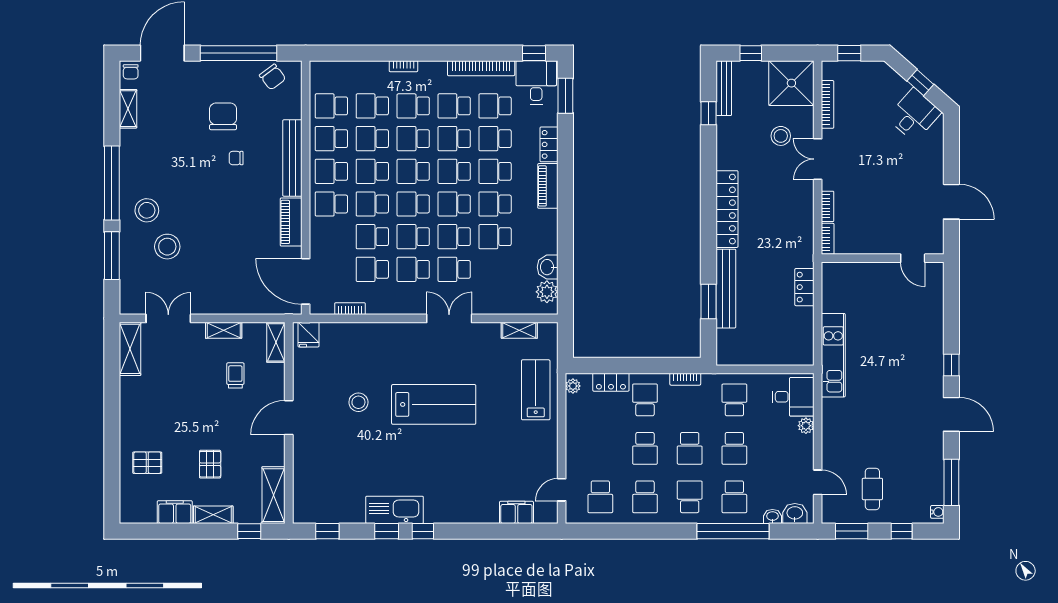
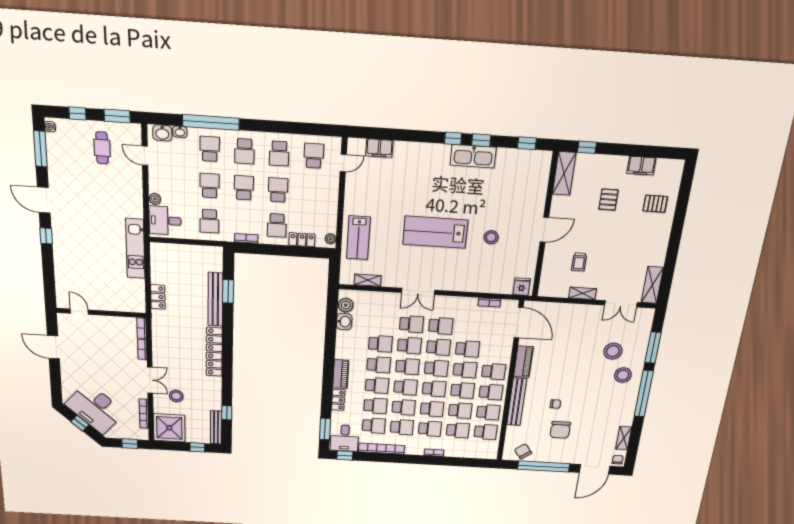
desk: (914, 115) -> (95, 408), width x1.87, depth x1.30
school desk: (372, 269) -> (470, 328), removed
shelving: (276, 342) -> (546, 283), removed
school desk: (645, 497) -> (279, 153), turned 180
shelving: (213, 515) -> (612, 162), removed

